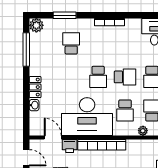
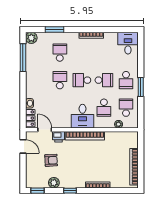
school desk: (71, 77) -> (60, 80), added
school desk: (98, 77) -> (82, 80), turned 90
locker: (35, 87) -> (30, 118), moved
desk: (87, 117) -> (82, 116), width x0.53, depth x0.77

